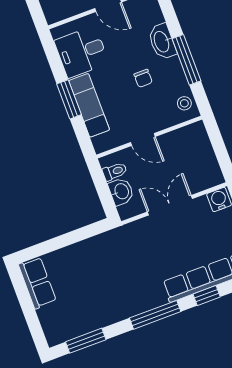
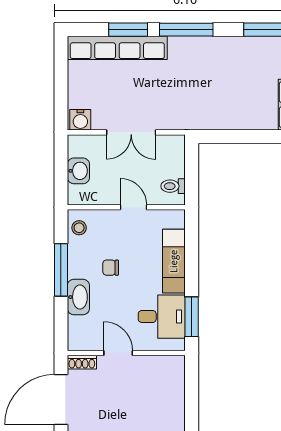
chair: (143, 78) -> (111, 268), turned -90
window: (69, 99) -> (192, 317), moved
washbasin: (121, 191) -> (78, 171), moved, turned 180
window: (207, 296) -> (128, 30), width x1.50

